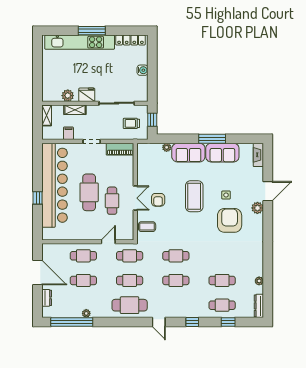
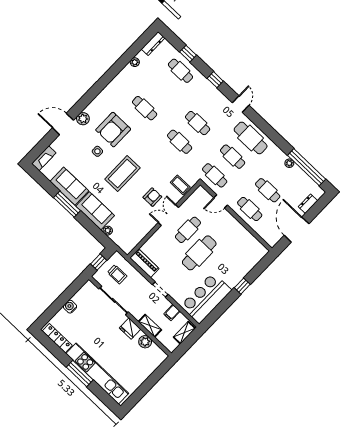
shelving: (47, 115) -> (184, 333), moved
bar counter: (55, 185) -> (206, 298), width x0.54
cafe table: (222, 280) -> (145, 108), moved

